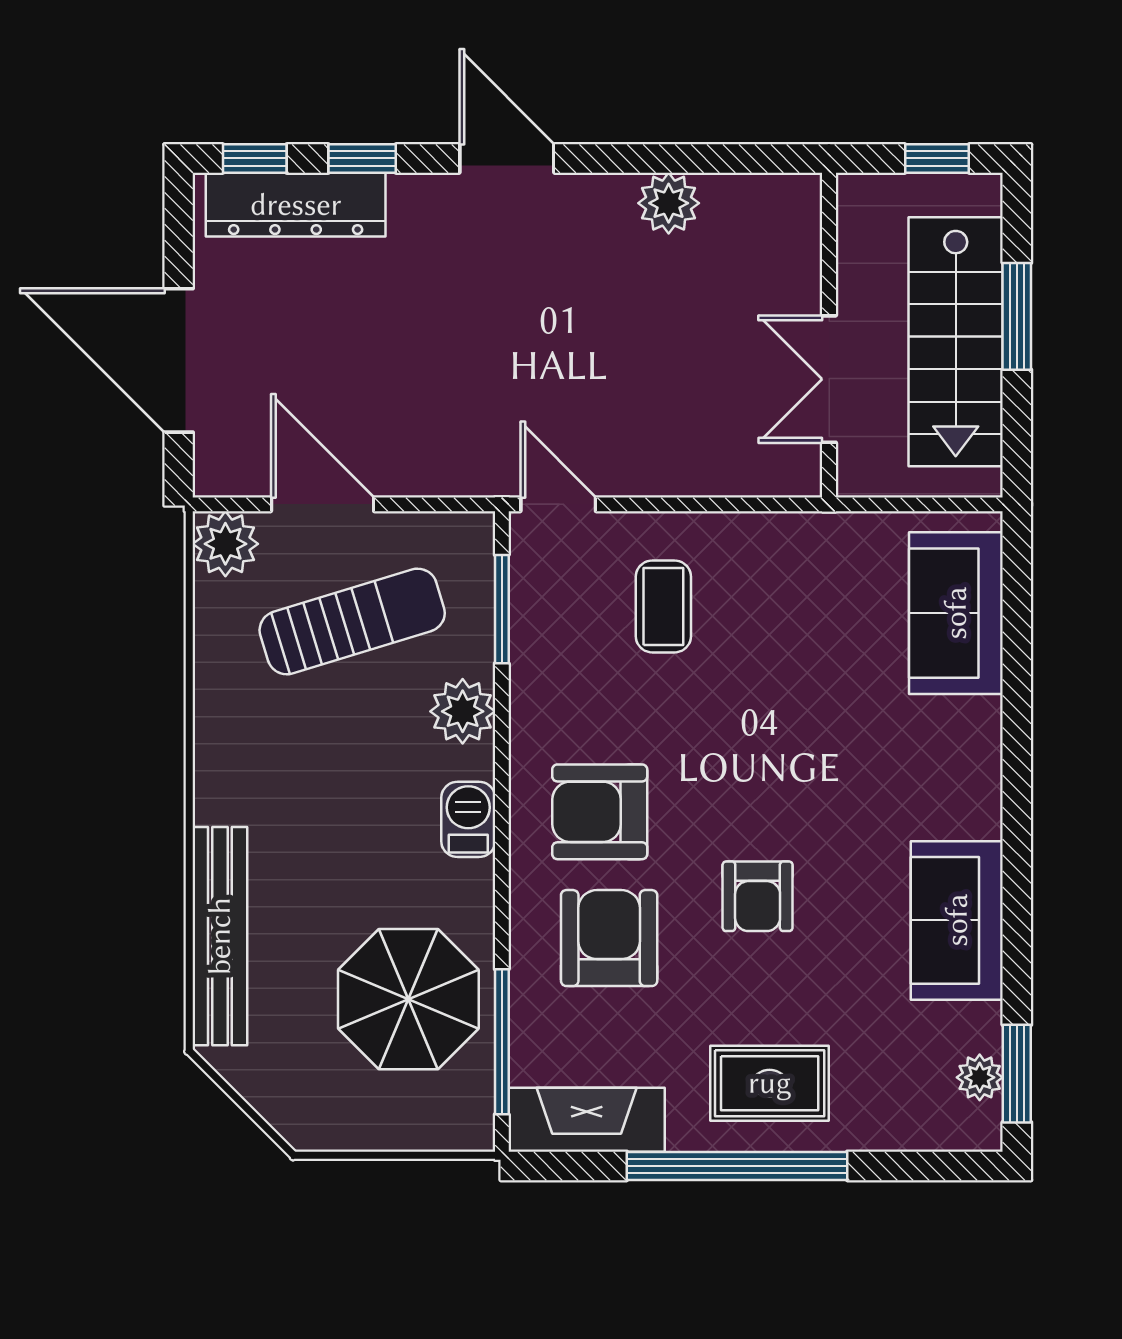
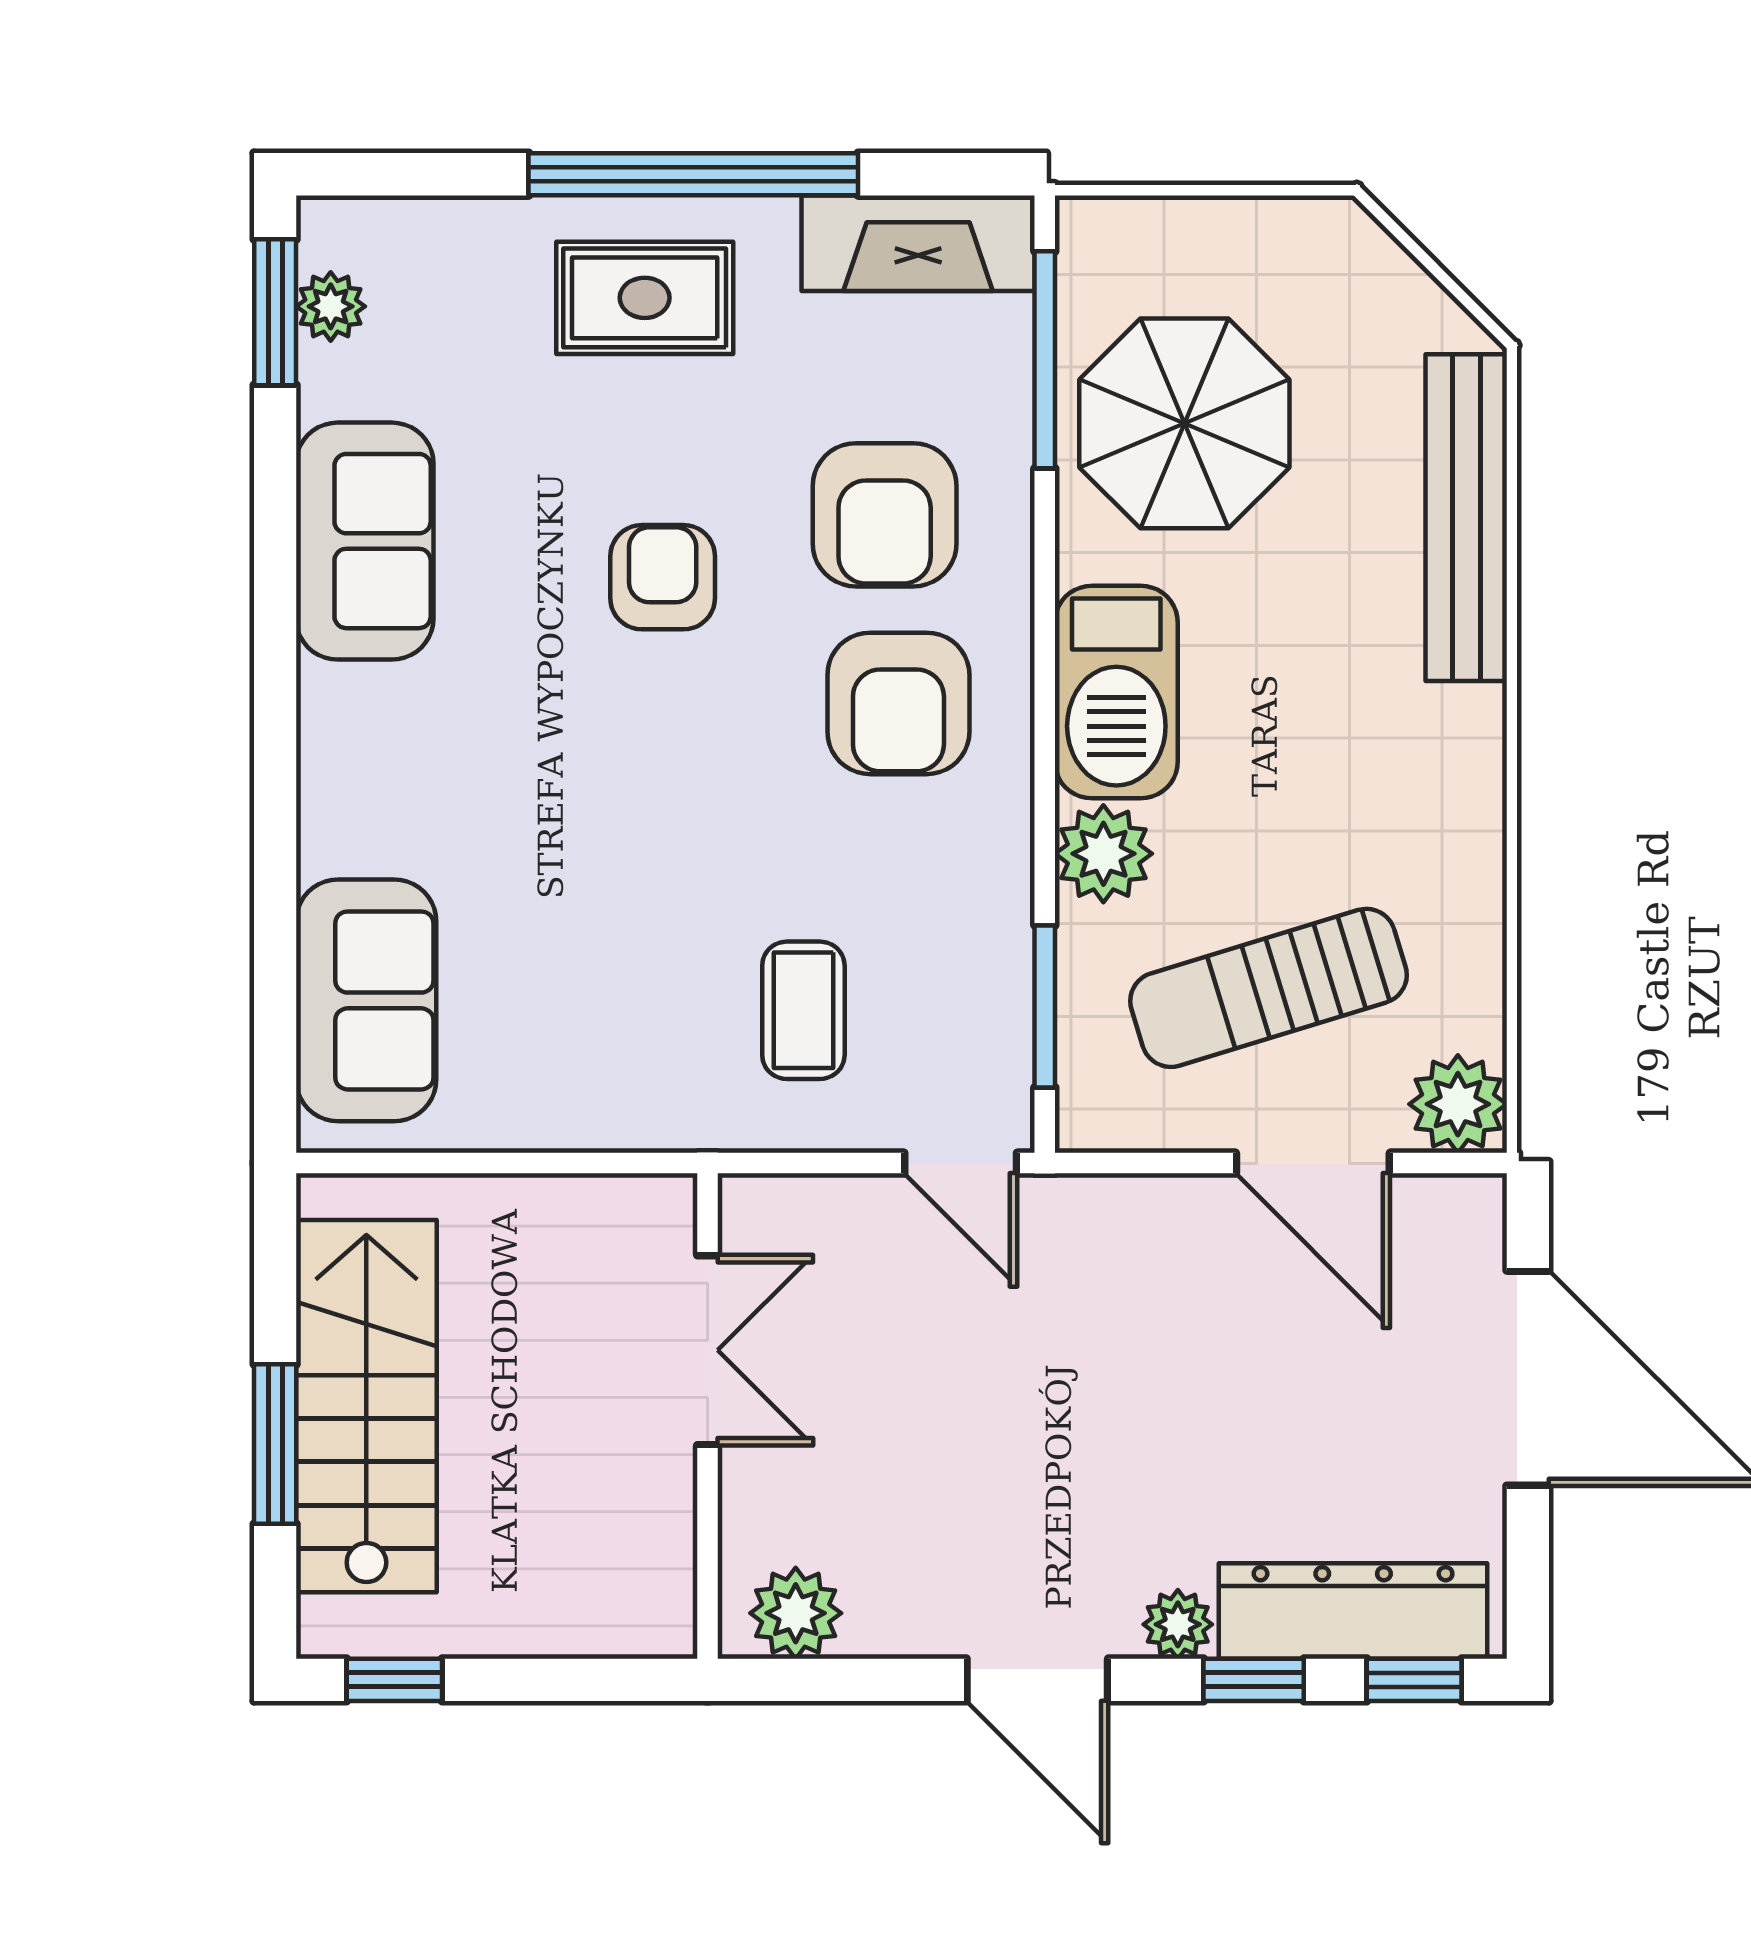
plant: (413, 196) -> (1178, 1624), added
wall: (829, 335) -> (708, 1416), moved
double door: (829, 379) -> (708, 1350), moved
armchair: (600, 812) -> (898, 703), turned 90
barbecue: (468, 819) -> (1116, 692), width x1.88, depth x1.53

